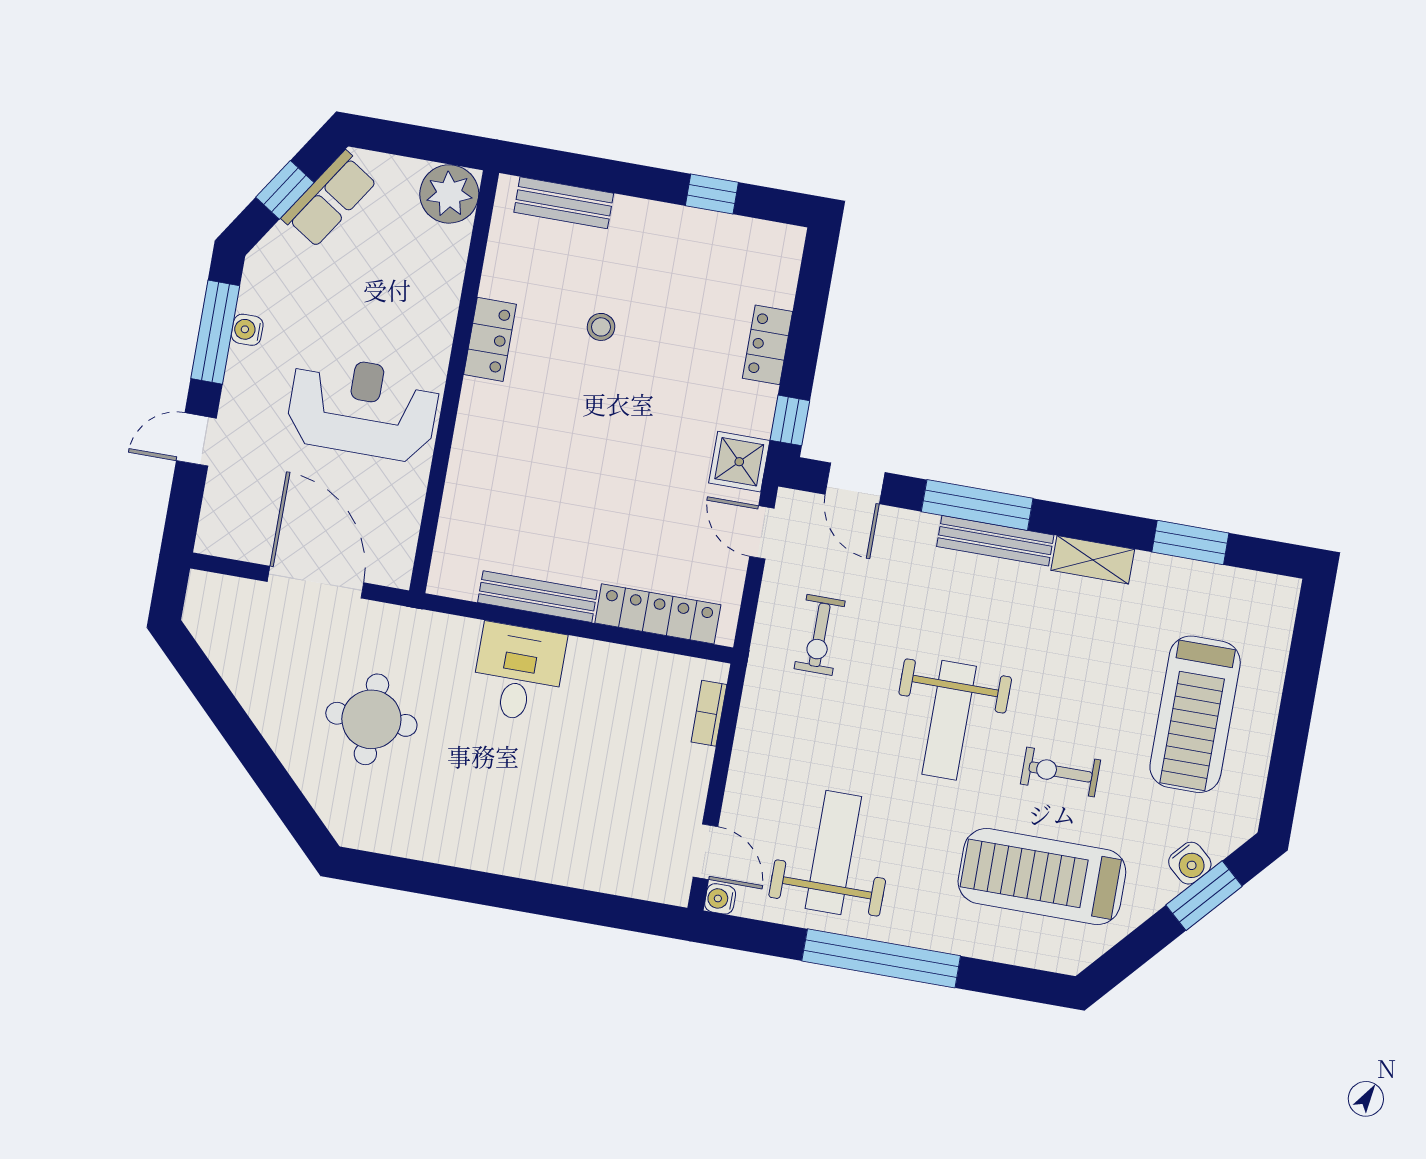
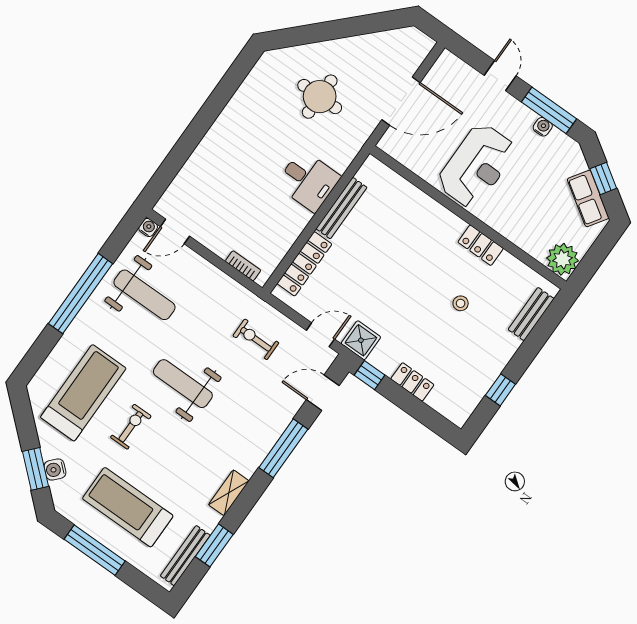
bench: (995, 541) -> (185, 556), moved
window: (1291, 735) -> (95, 550), added

